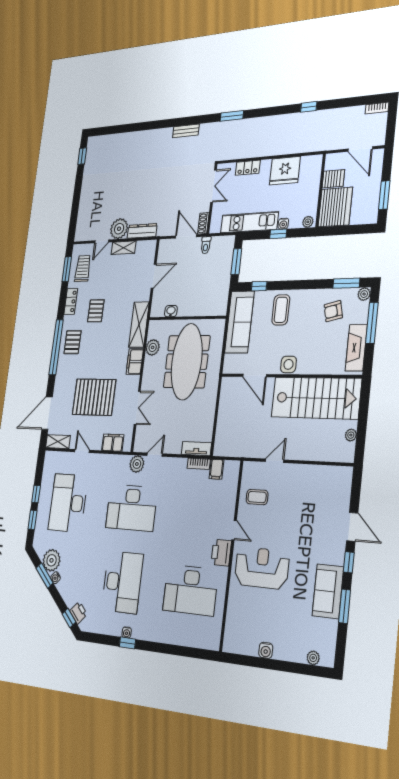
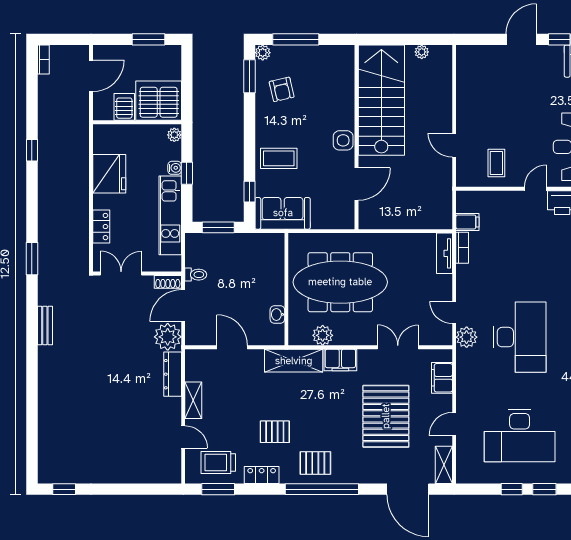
plant: (119, 229) -> (168, 337), moved
sofa: (239, 322) -> (283, 213), width x0.73
fireplace: (356, 348) -> (324, 56), removed

